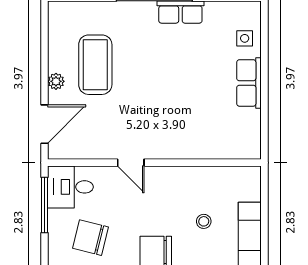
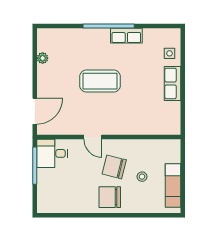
coffee table: (95, 65) -> (100, 81), moved, turned 90
plant: (56, 81) -> (43, 58), moved
chair: (91, 238) -> (114, 167), moved

